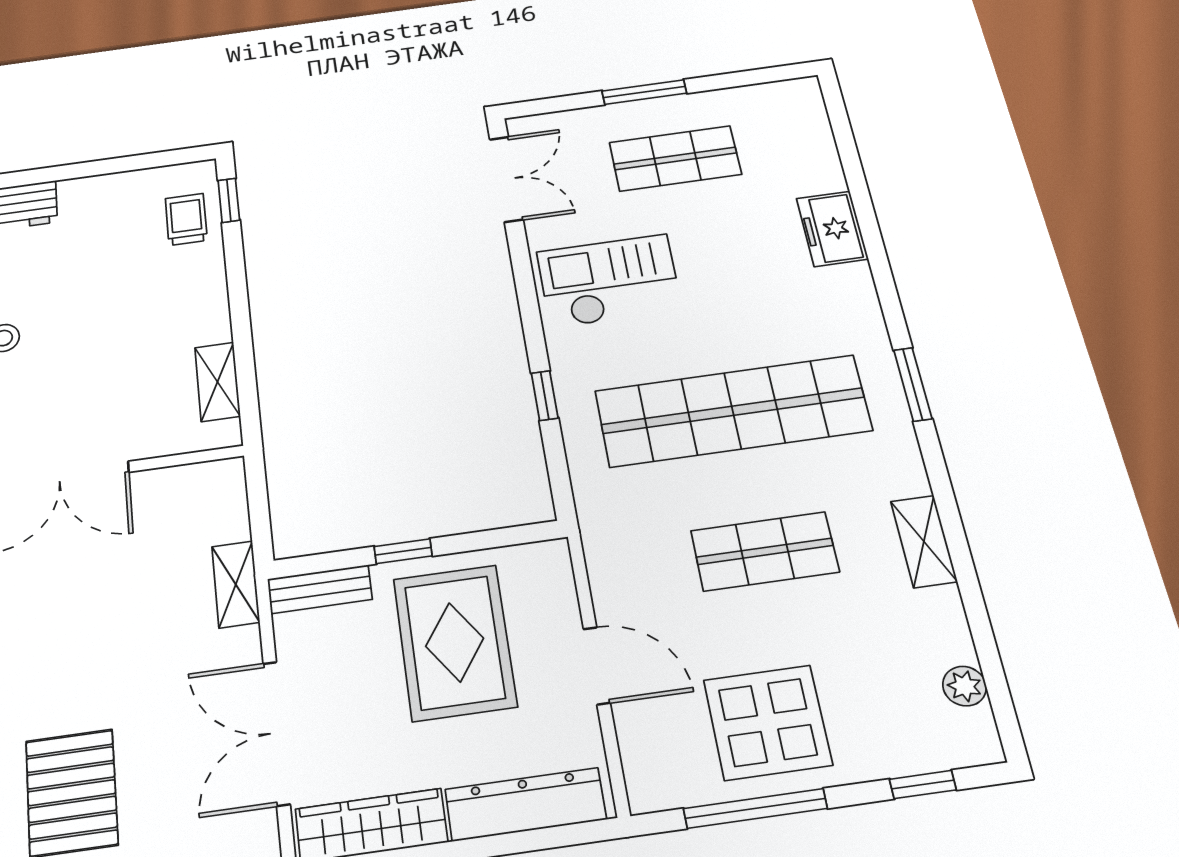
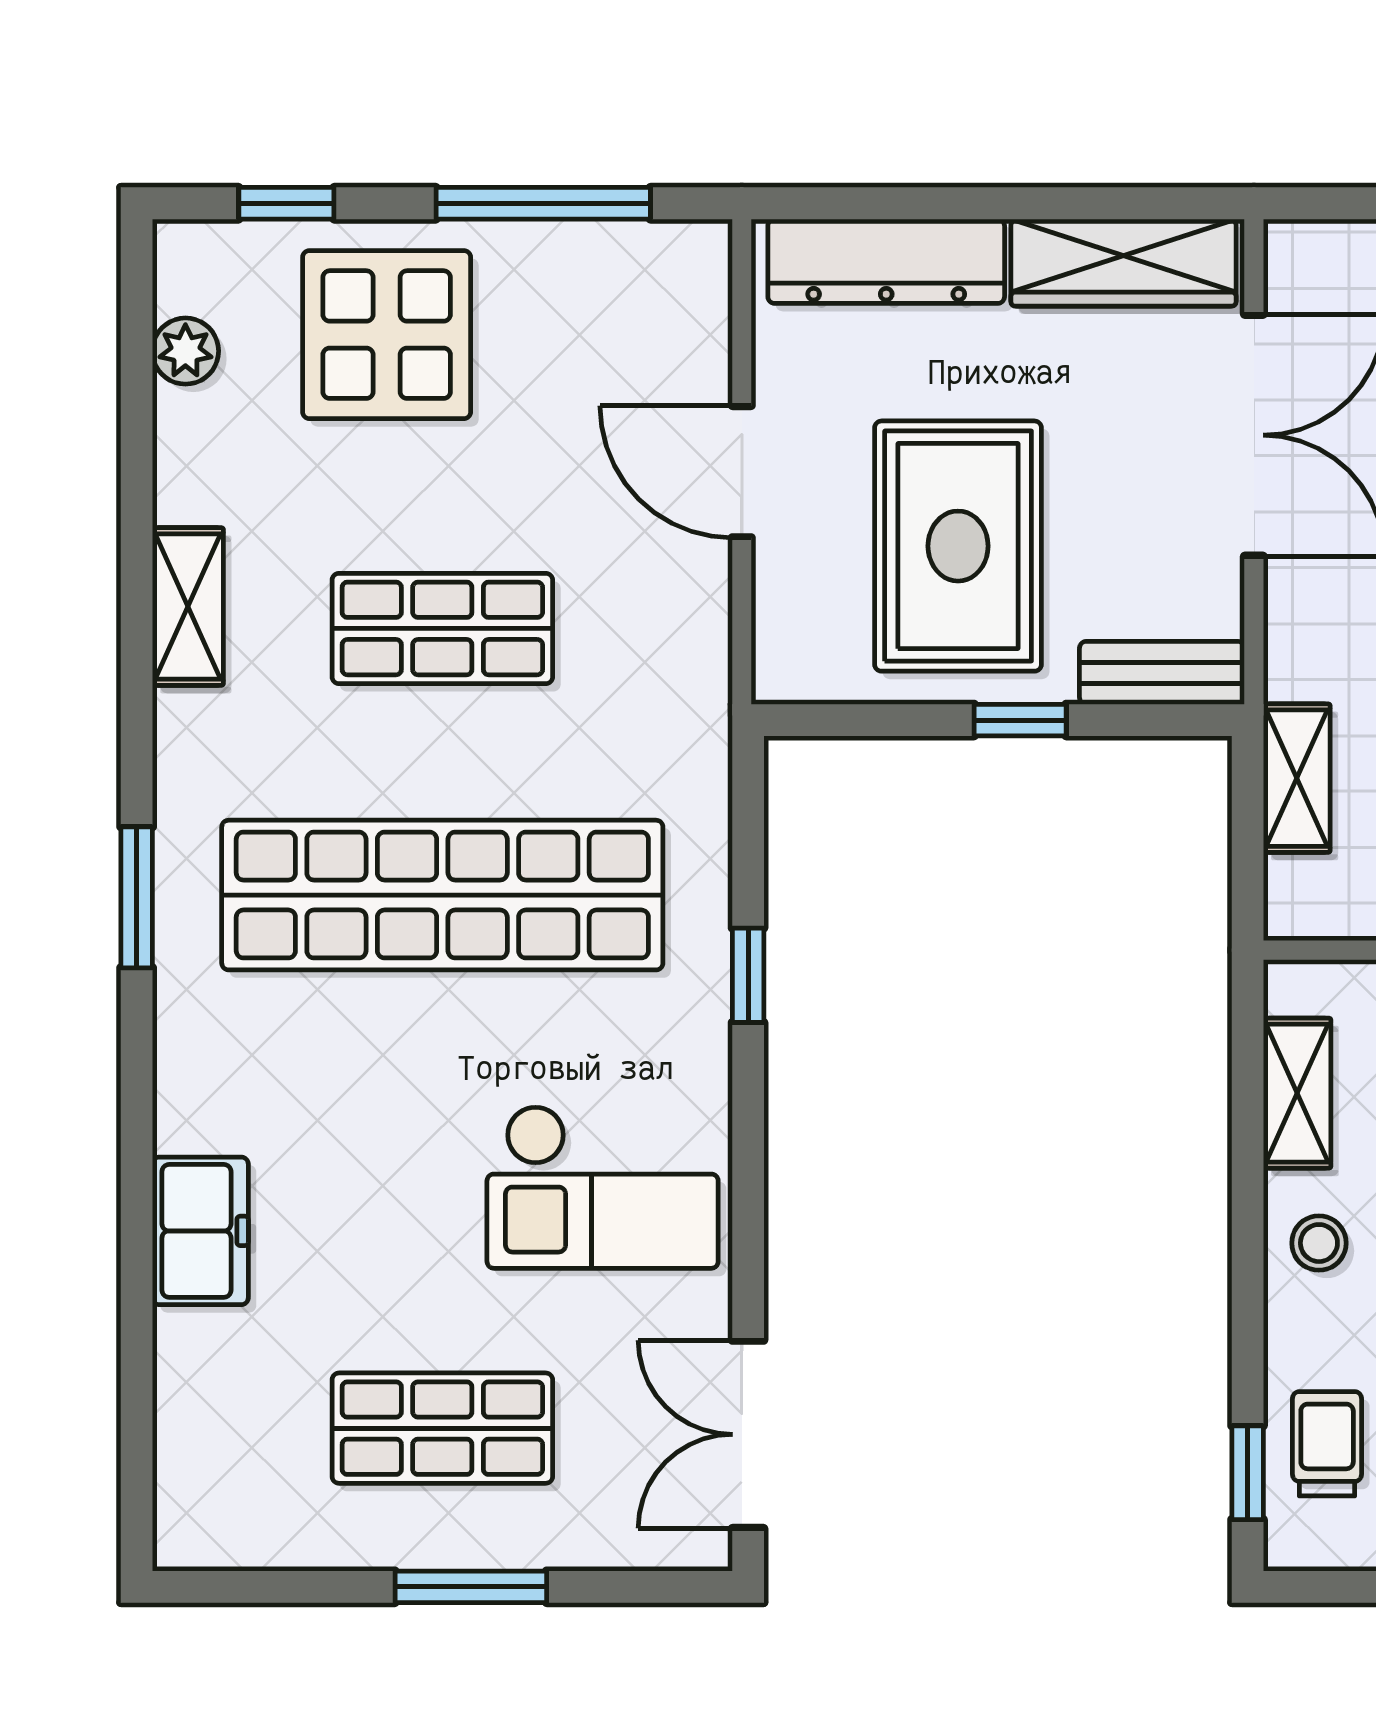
trolley: (186, 219) -> (1327, 1444), turned 180
stool: (199, 311) -> (1319, 1243), added
shelving: (236, 584) -> (1297, 778), moved
display table: (768, 722) -> (387, 335), moved

